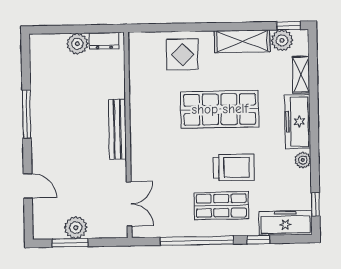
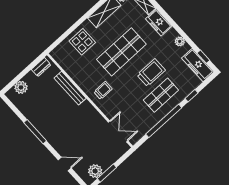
plant: (77, 44) -> (21, 87), moved
freezer: (298, 122) -> (159, 22), width x0.71
bench: (117, 129) -> (70, 88), moved
trolley: (155, 137) -> (103, 90), added
freezer: (285, 223) -> (198, 65), moved, turned -90
plant: (76, 228) -> (95, 171), moved

